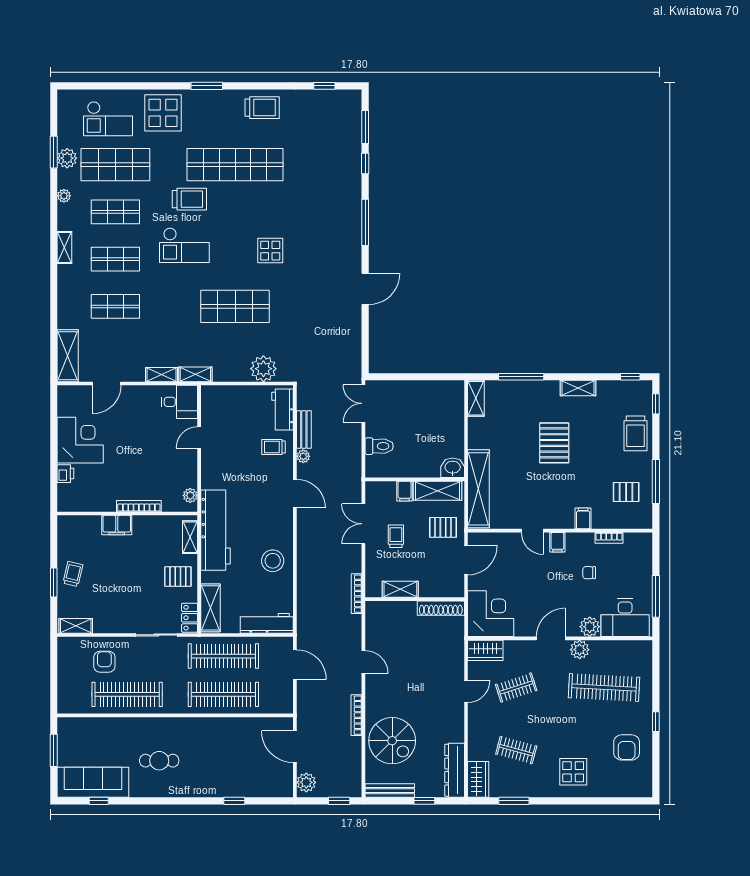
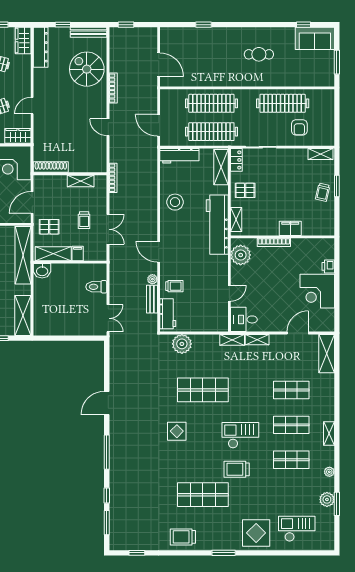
shop shelf: (115, 165) -> (291, 495), removed
shop shelf: (235, 165) -> (203, 495), width x0.71
shelving: (476, 398) -> (23, 315), width x1.50, depth x1.33
plant: (190, 495) -> (241, 255), width x1.87, depth x1.87
sofa: (93, 782) -> (315, 38), width x0.73
plant: (306, 782) -> (150, 38), removed

